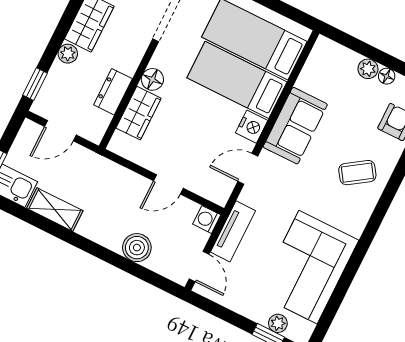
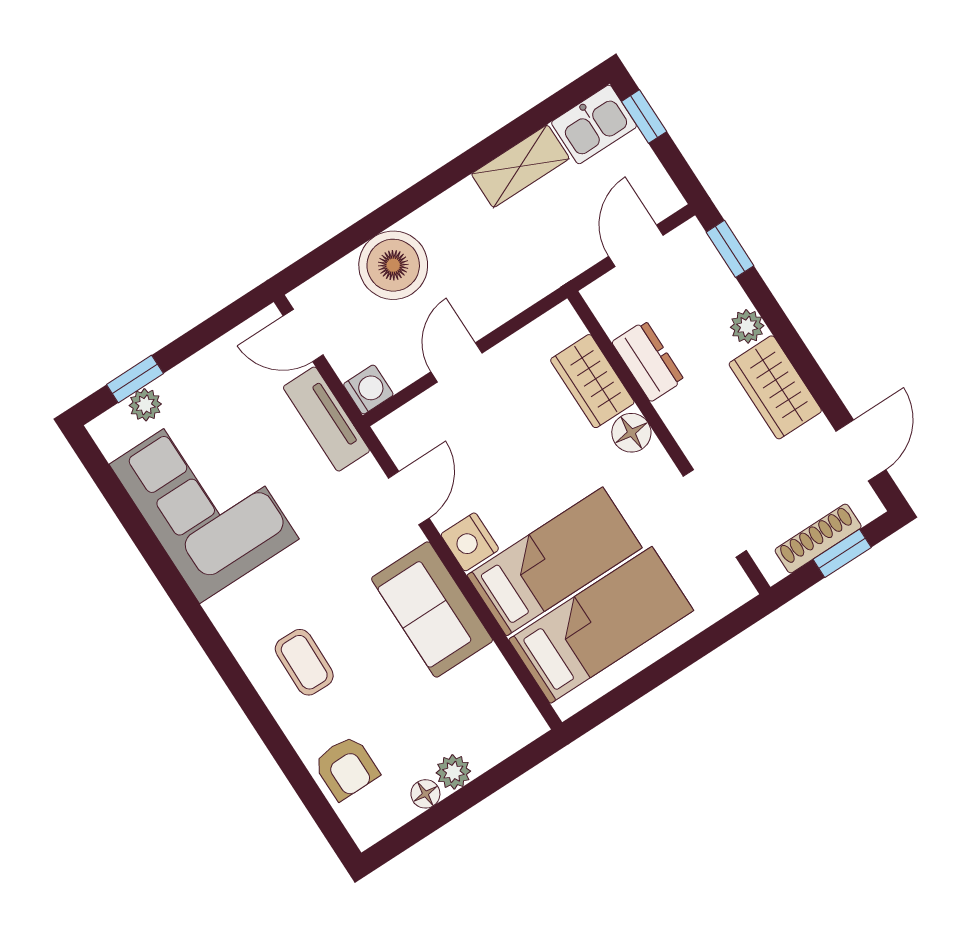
coffee table: (357, 173) -> (304, 662), turned -55
boiler: (137, 248) -> (393, 265), width x1.37, depth x1.37

